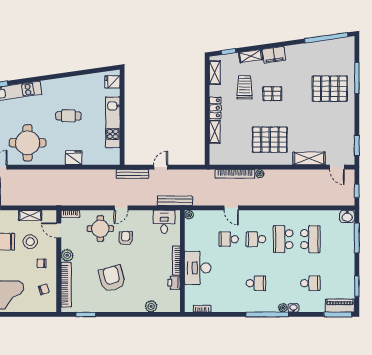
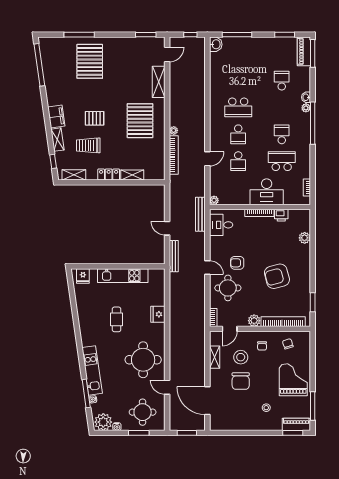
pallet: (272, 94) -> (95, 118), turned 90
school desk: (310, 239) -> (282, 161), moved

